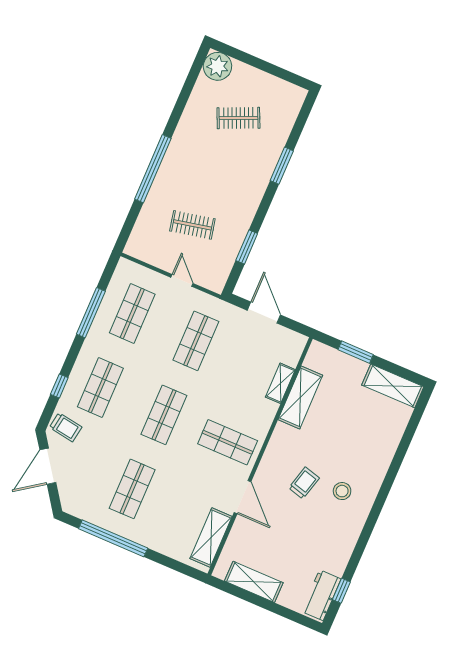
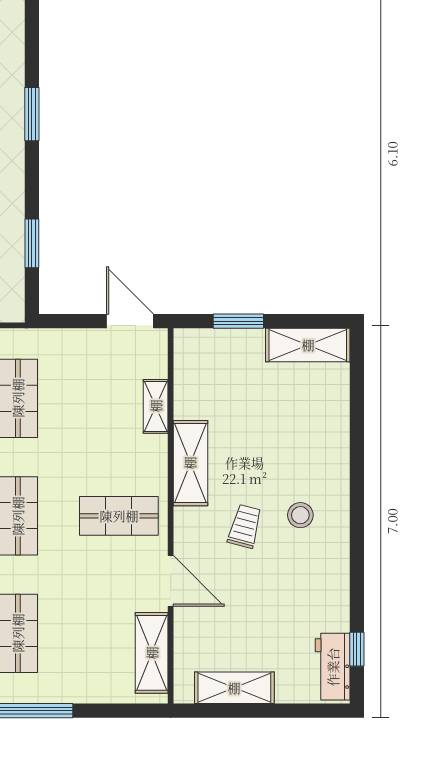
door: (264, 313) -> (130, 321), moved
shelving: (300, 397) -> (190, 463), moved

